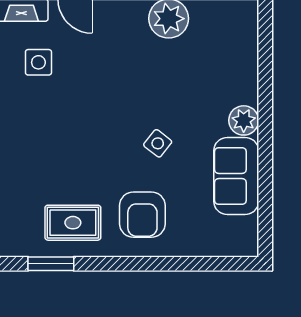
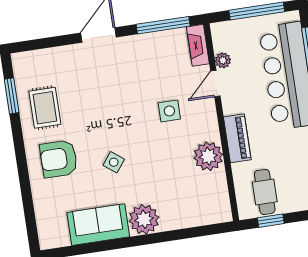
side table: (38, 62) -> (169, 111), moved
plant: (244, 120) -> (144, 219), width x1.36, depth x1.36

